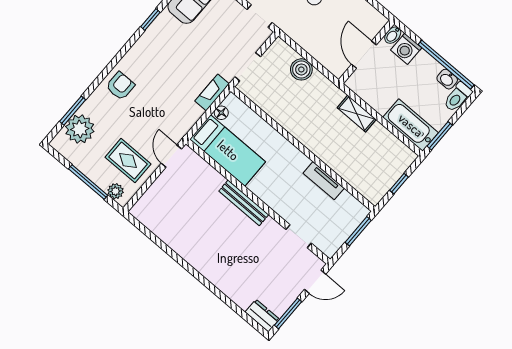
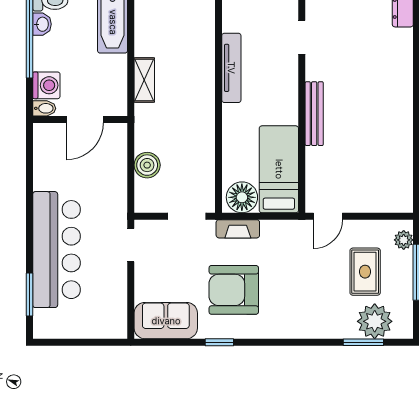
armchair: (120, 86) -> (234, 290), moved, width x1.88, depth x1.88
floor lamp: (221, 113) -> (242, 197), width x1.89, depth x1.89
rug: (128, 161) -> (365, 272), moved
tv unit: (324, 181) -> (231, 68), width x1.41

